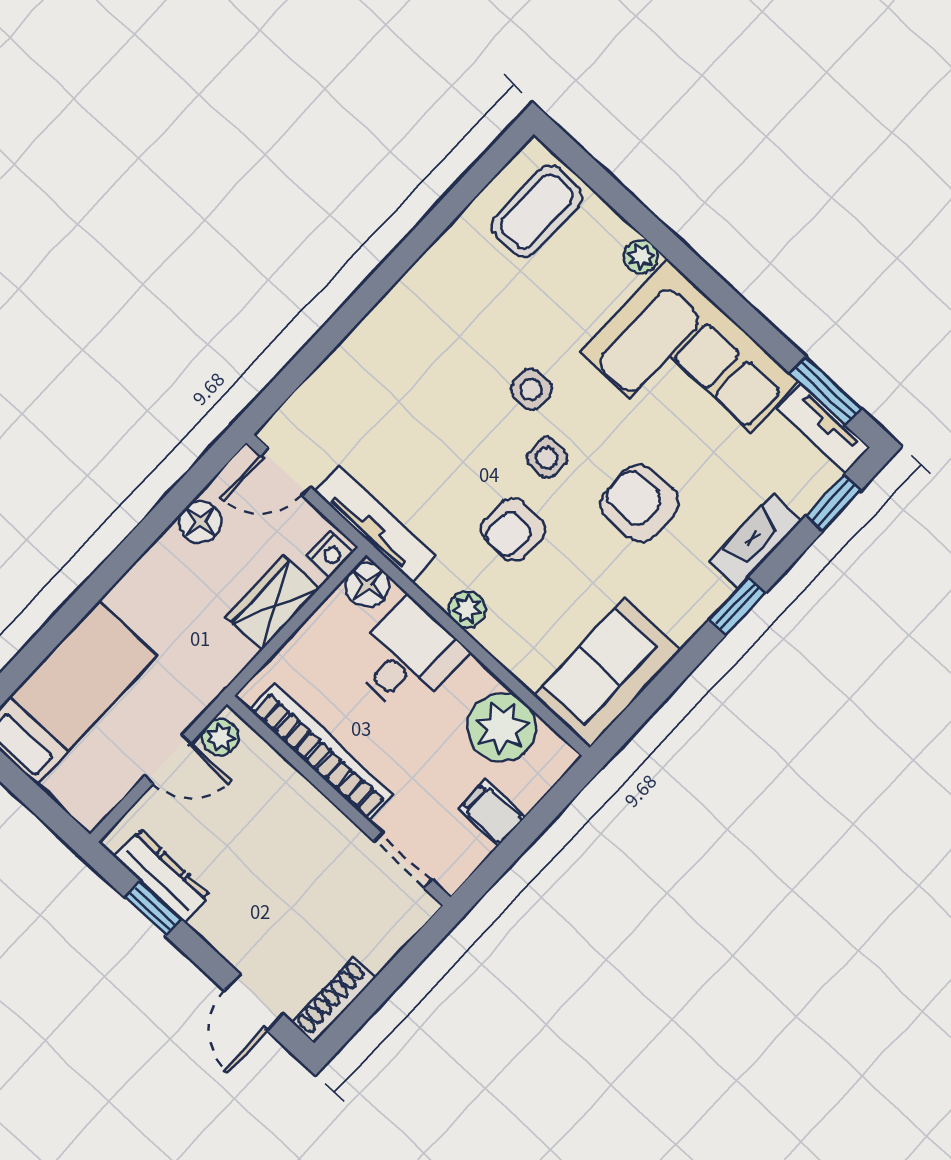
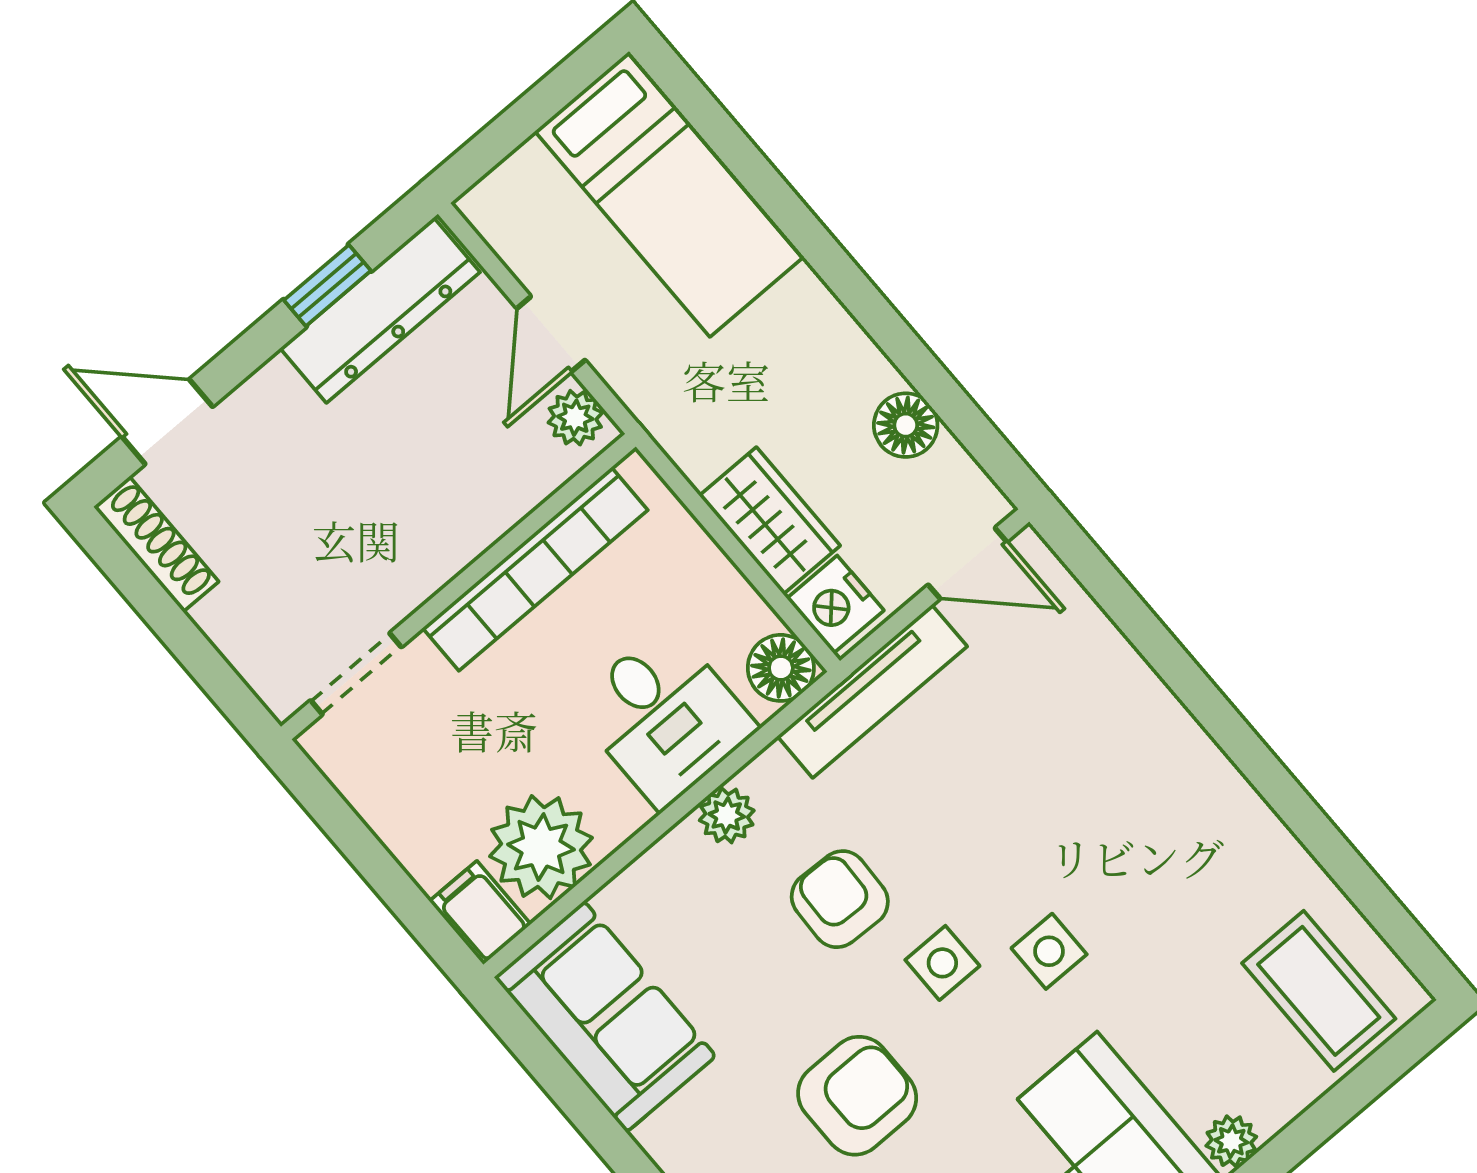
door: (285, 472) -> (967, 563), swing flipped
nightstand: (331, 553) -> (835, 604), width x1.39, depth x1.35
filing cabinet: (492, 813) -> (480, 913), moved, turned -90
dresser: (162, 876) -> (380, 310), width x1.37, depth x1.24

